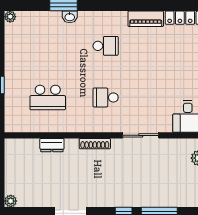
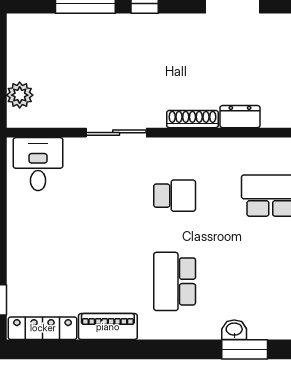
school desk: (106, 46) -> (175, 281), width x1.85
dresser: (52, 145) -> (240, 117), moved

